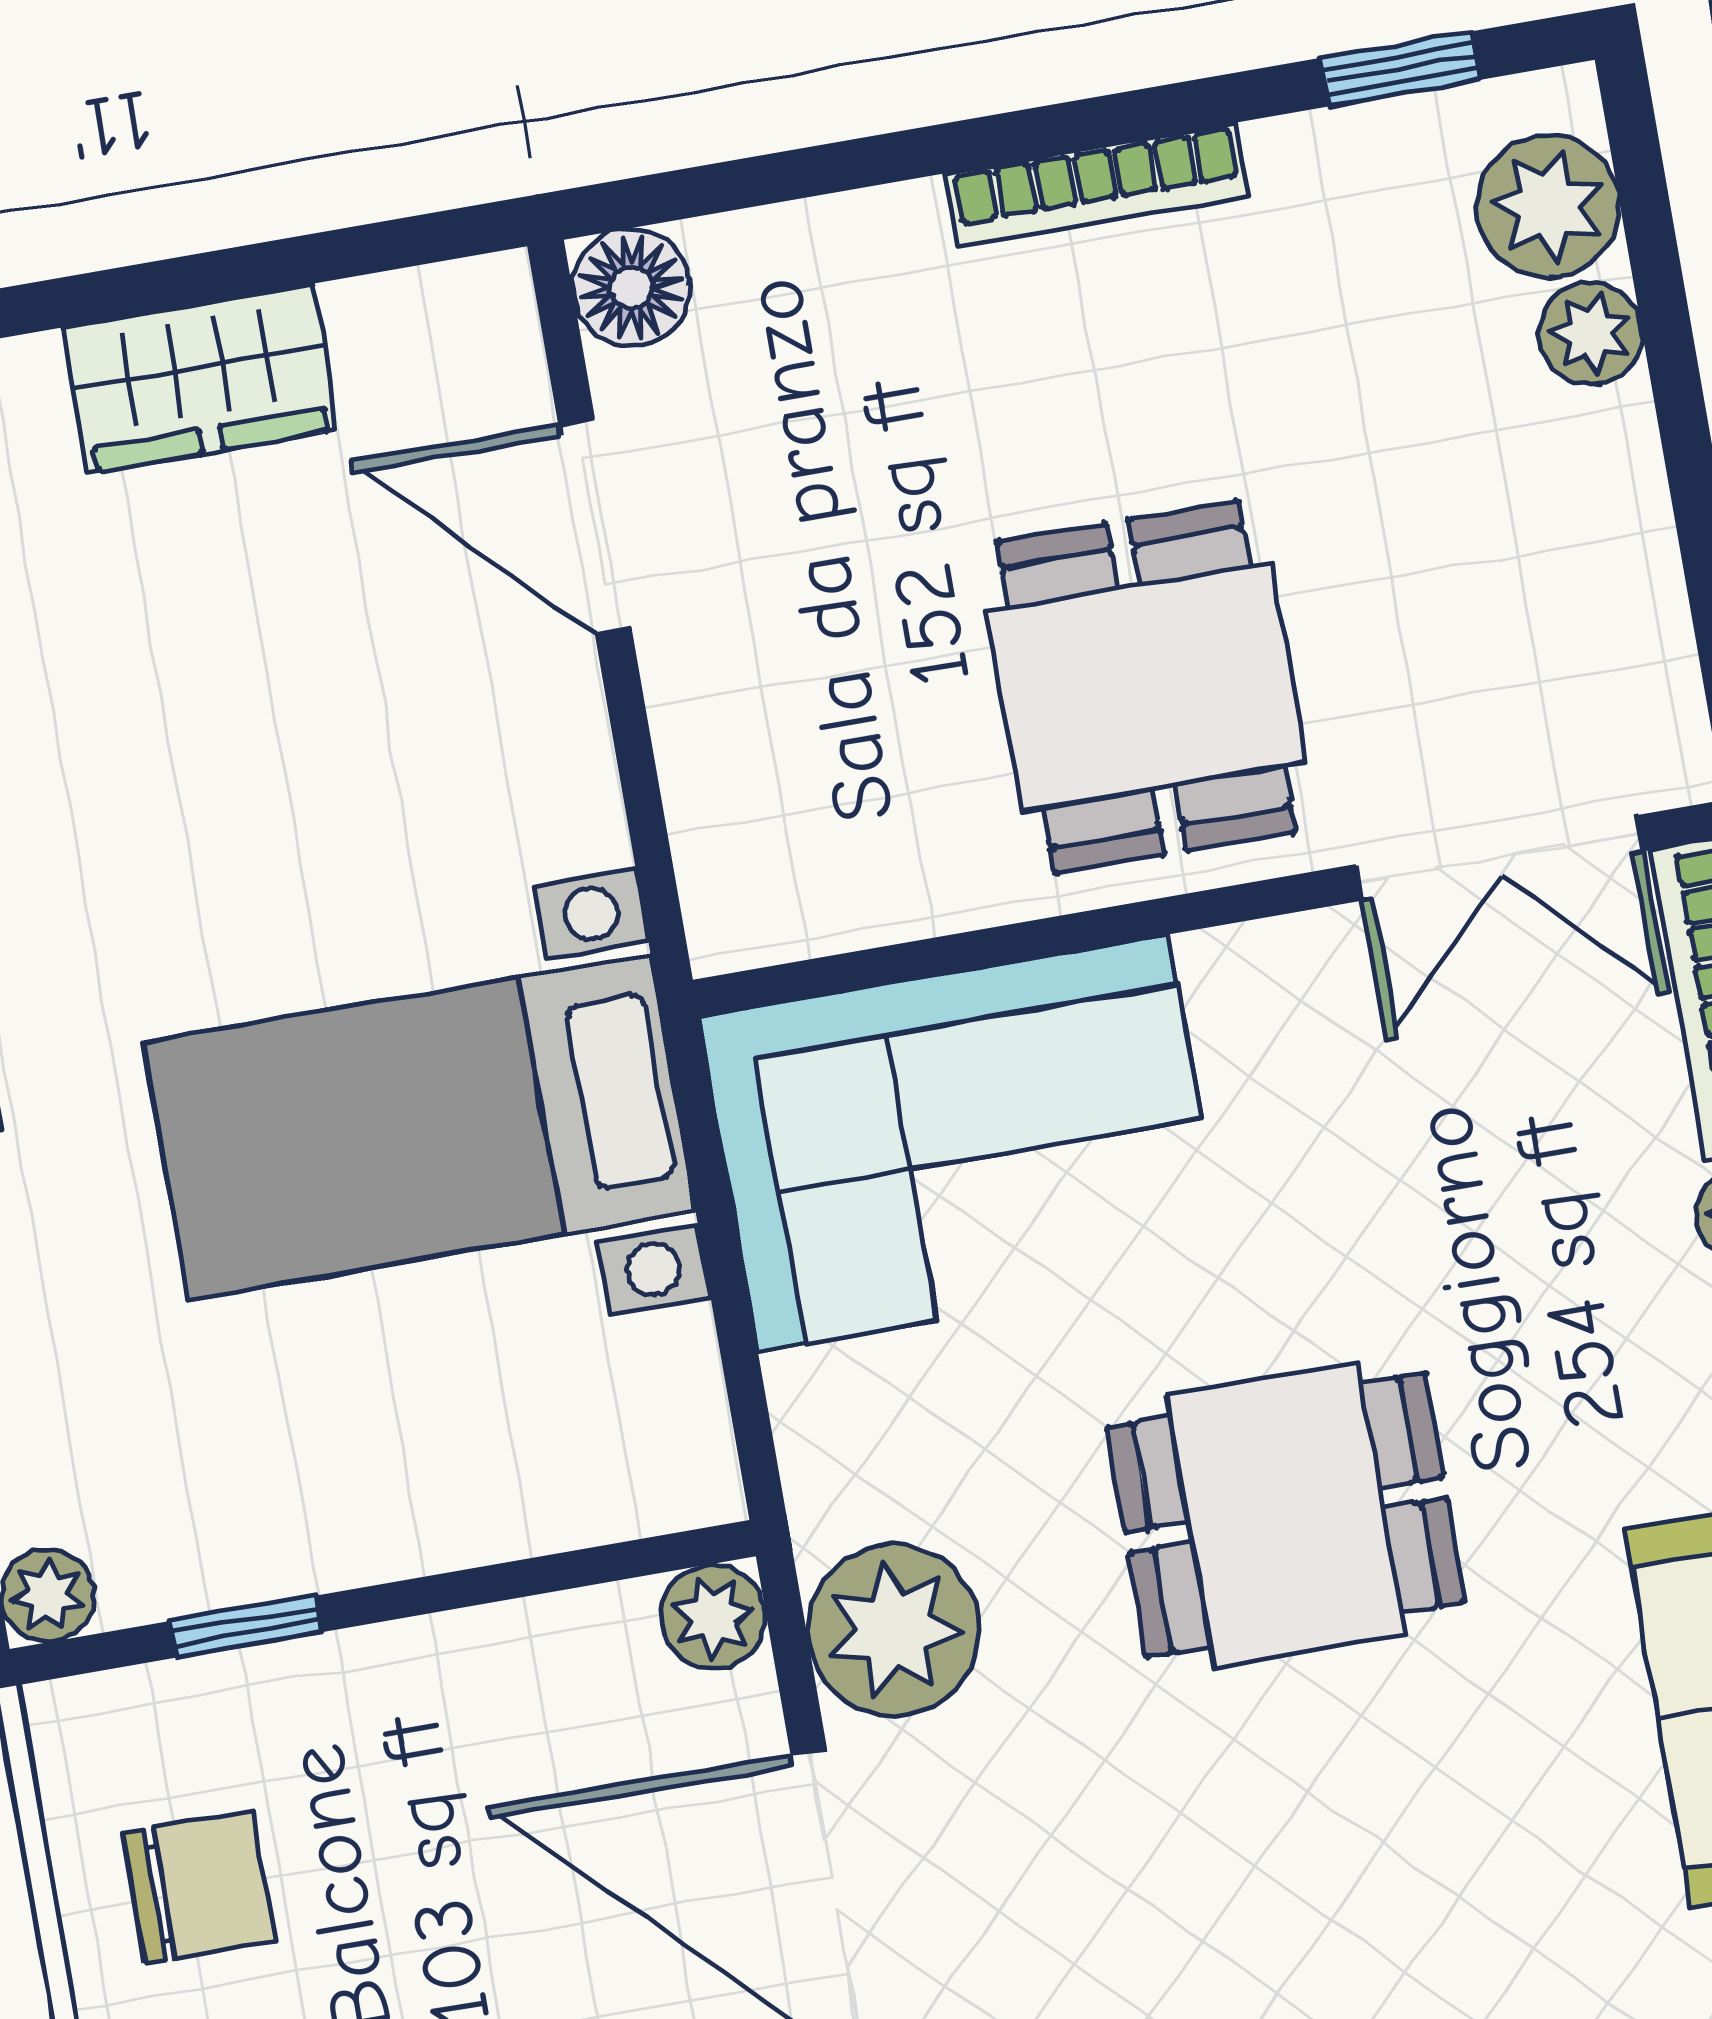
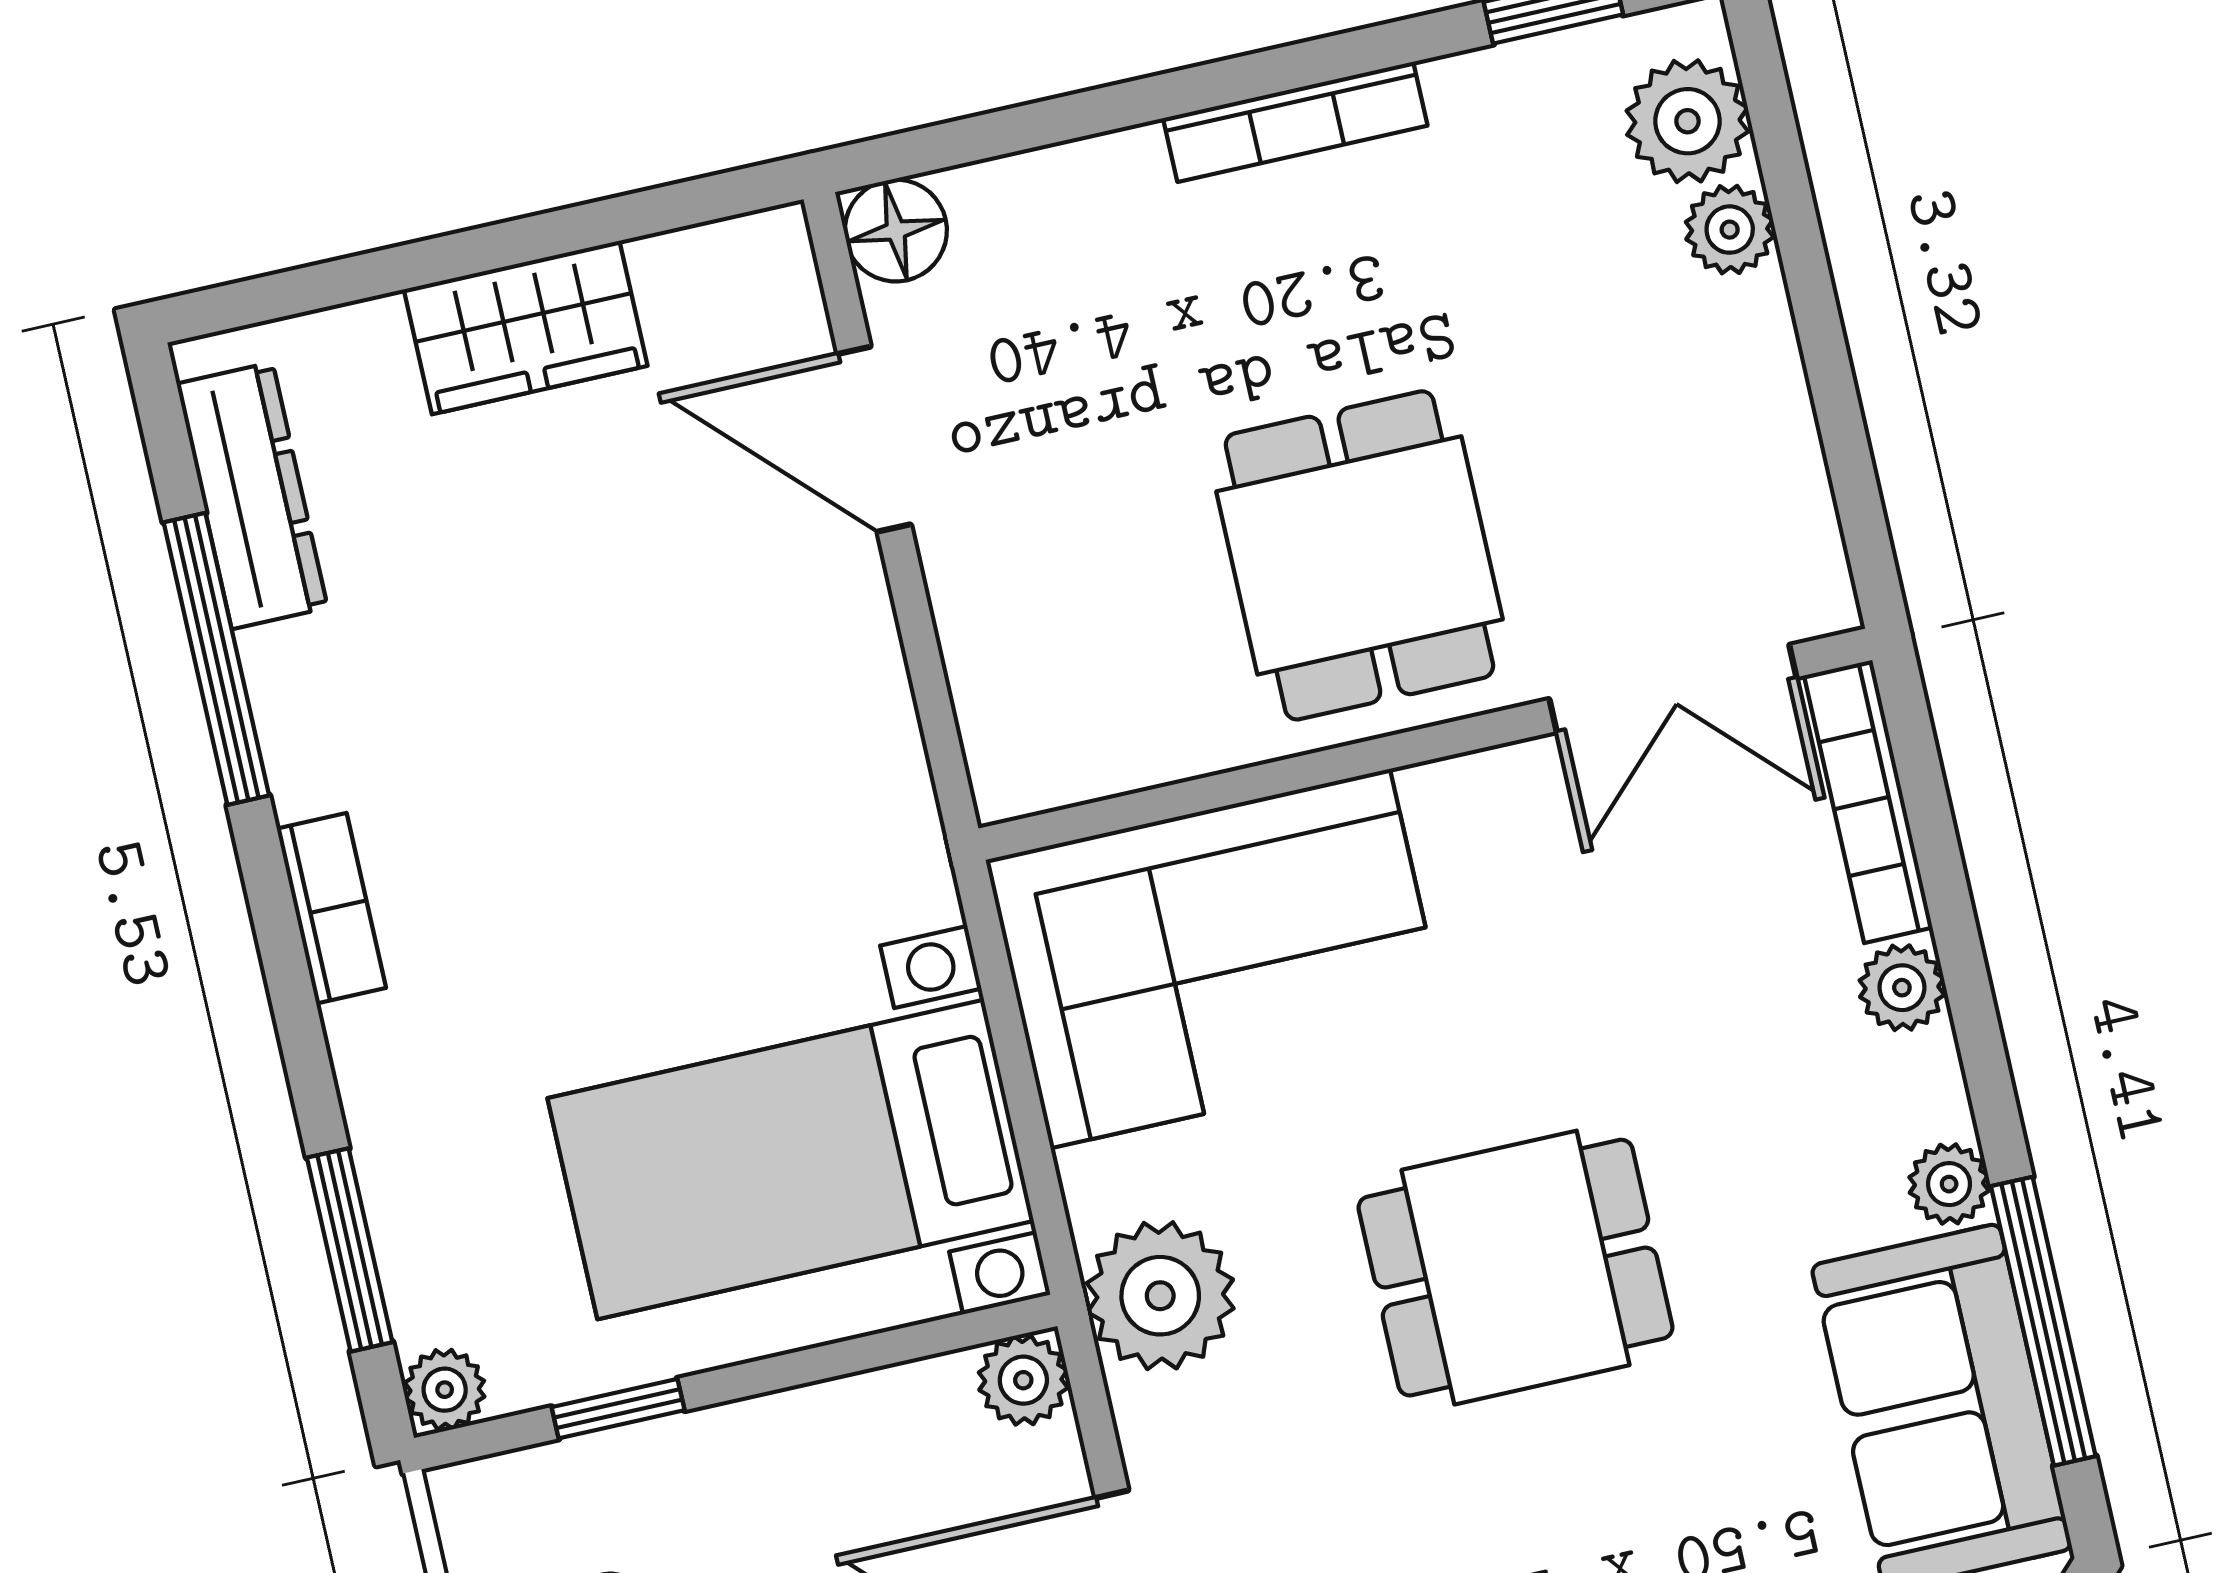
bed with nightstands: (419, 1127) -> (791, 1159), moved
plant: (894, 1630) -> (1160, 1296), moved

